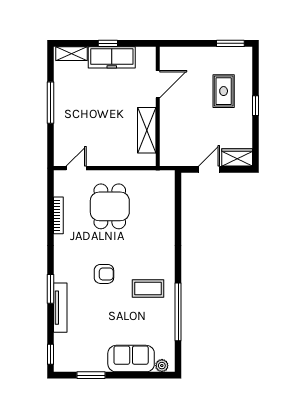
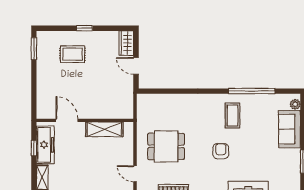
door: (158, 84) -> (67, 120), moved
wall: (158, 106) -> (85, 120), moved
shelving: (147, 130) -> (104, 129), moved

